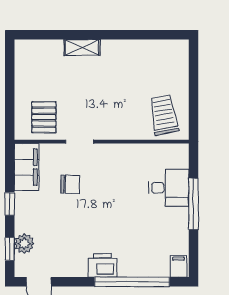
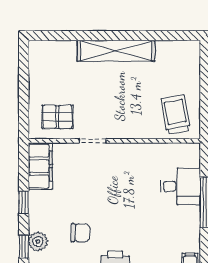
shelving: (82, 48) -> (116, 51), width x2.20, depth x1.33
pallet: (44, 117) -> (57, 117), turned 90
chair: (70, 184) -> (80, 233), moved

